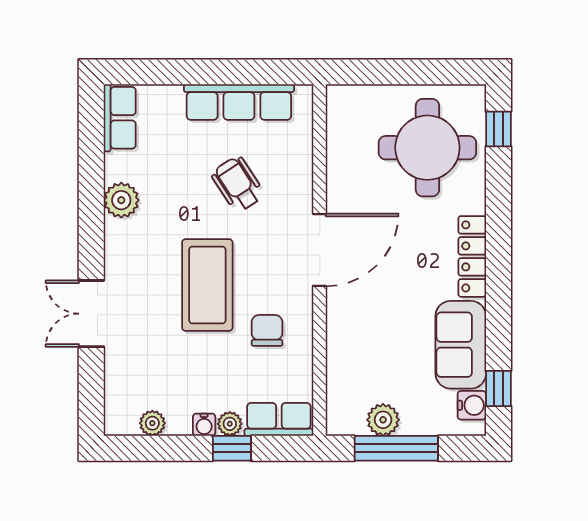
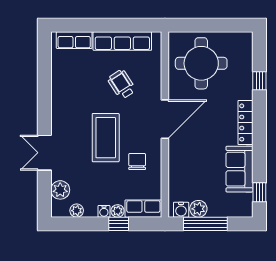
row of seats: (120, 118) -> (74, 40), moved, turned 90
window: (498, 129) -> (259, 81), moved
round table: (427, 148) -> (201, 63), moved
plant: (121, 200) -> (60, 190), moved
water cooler: (472, 405) -> (181, 210), moved, turned 90

